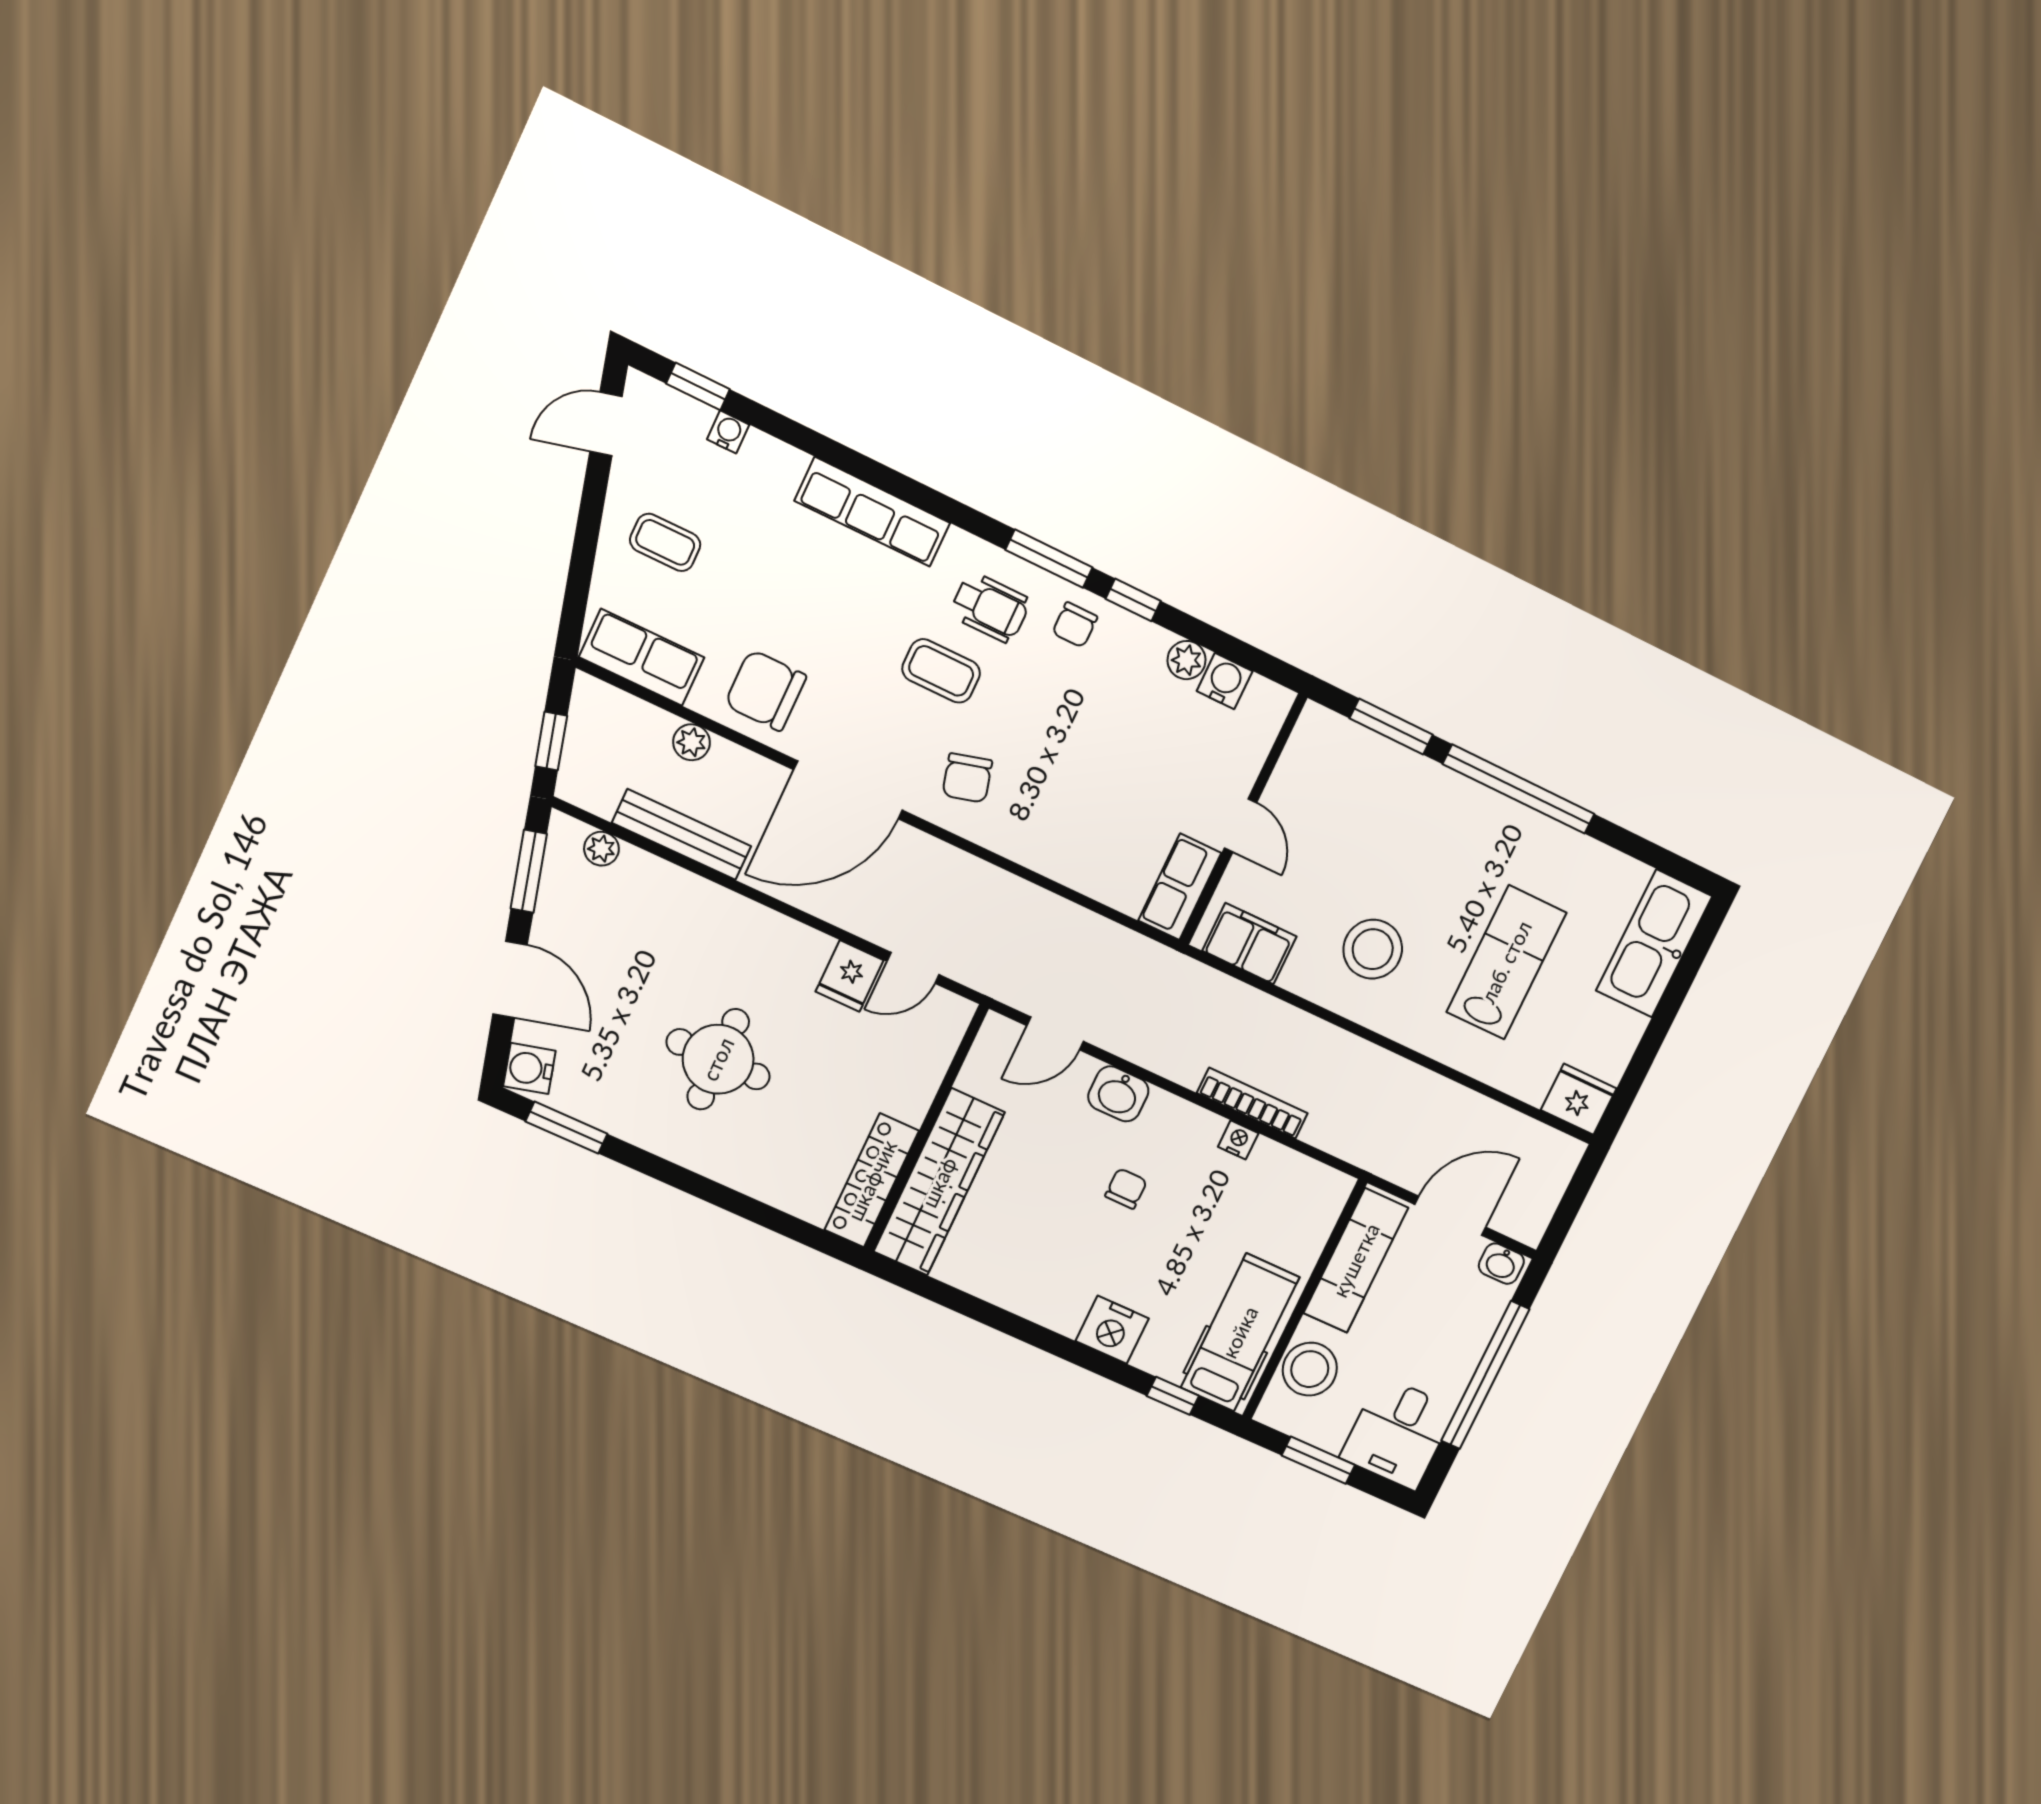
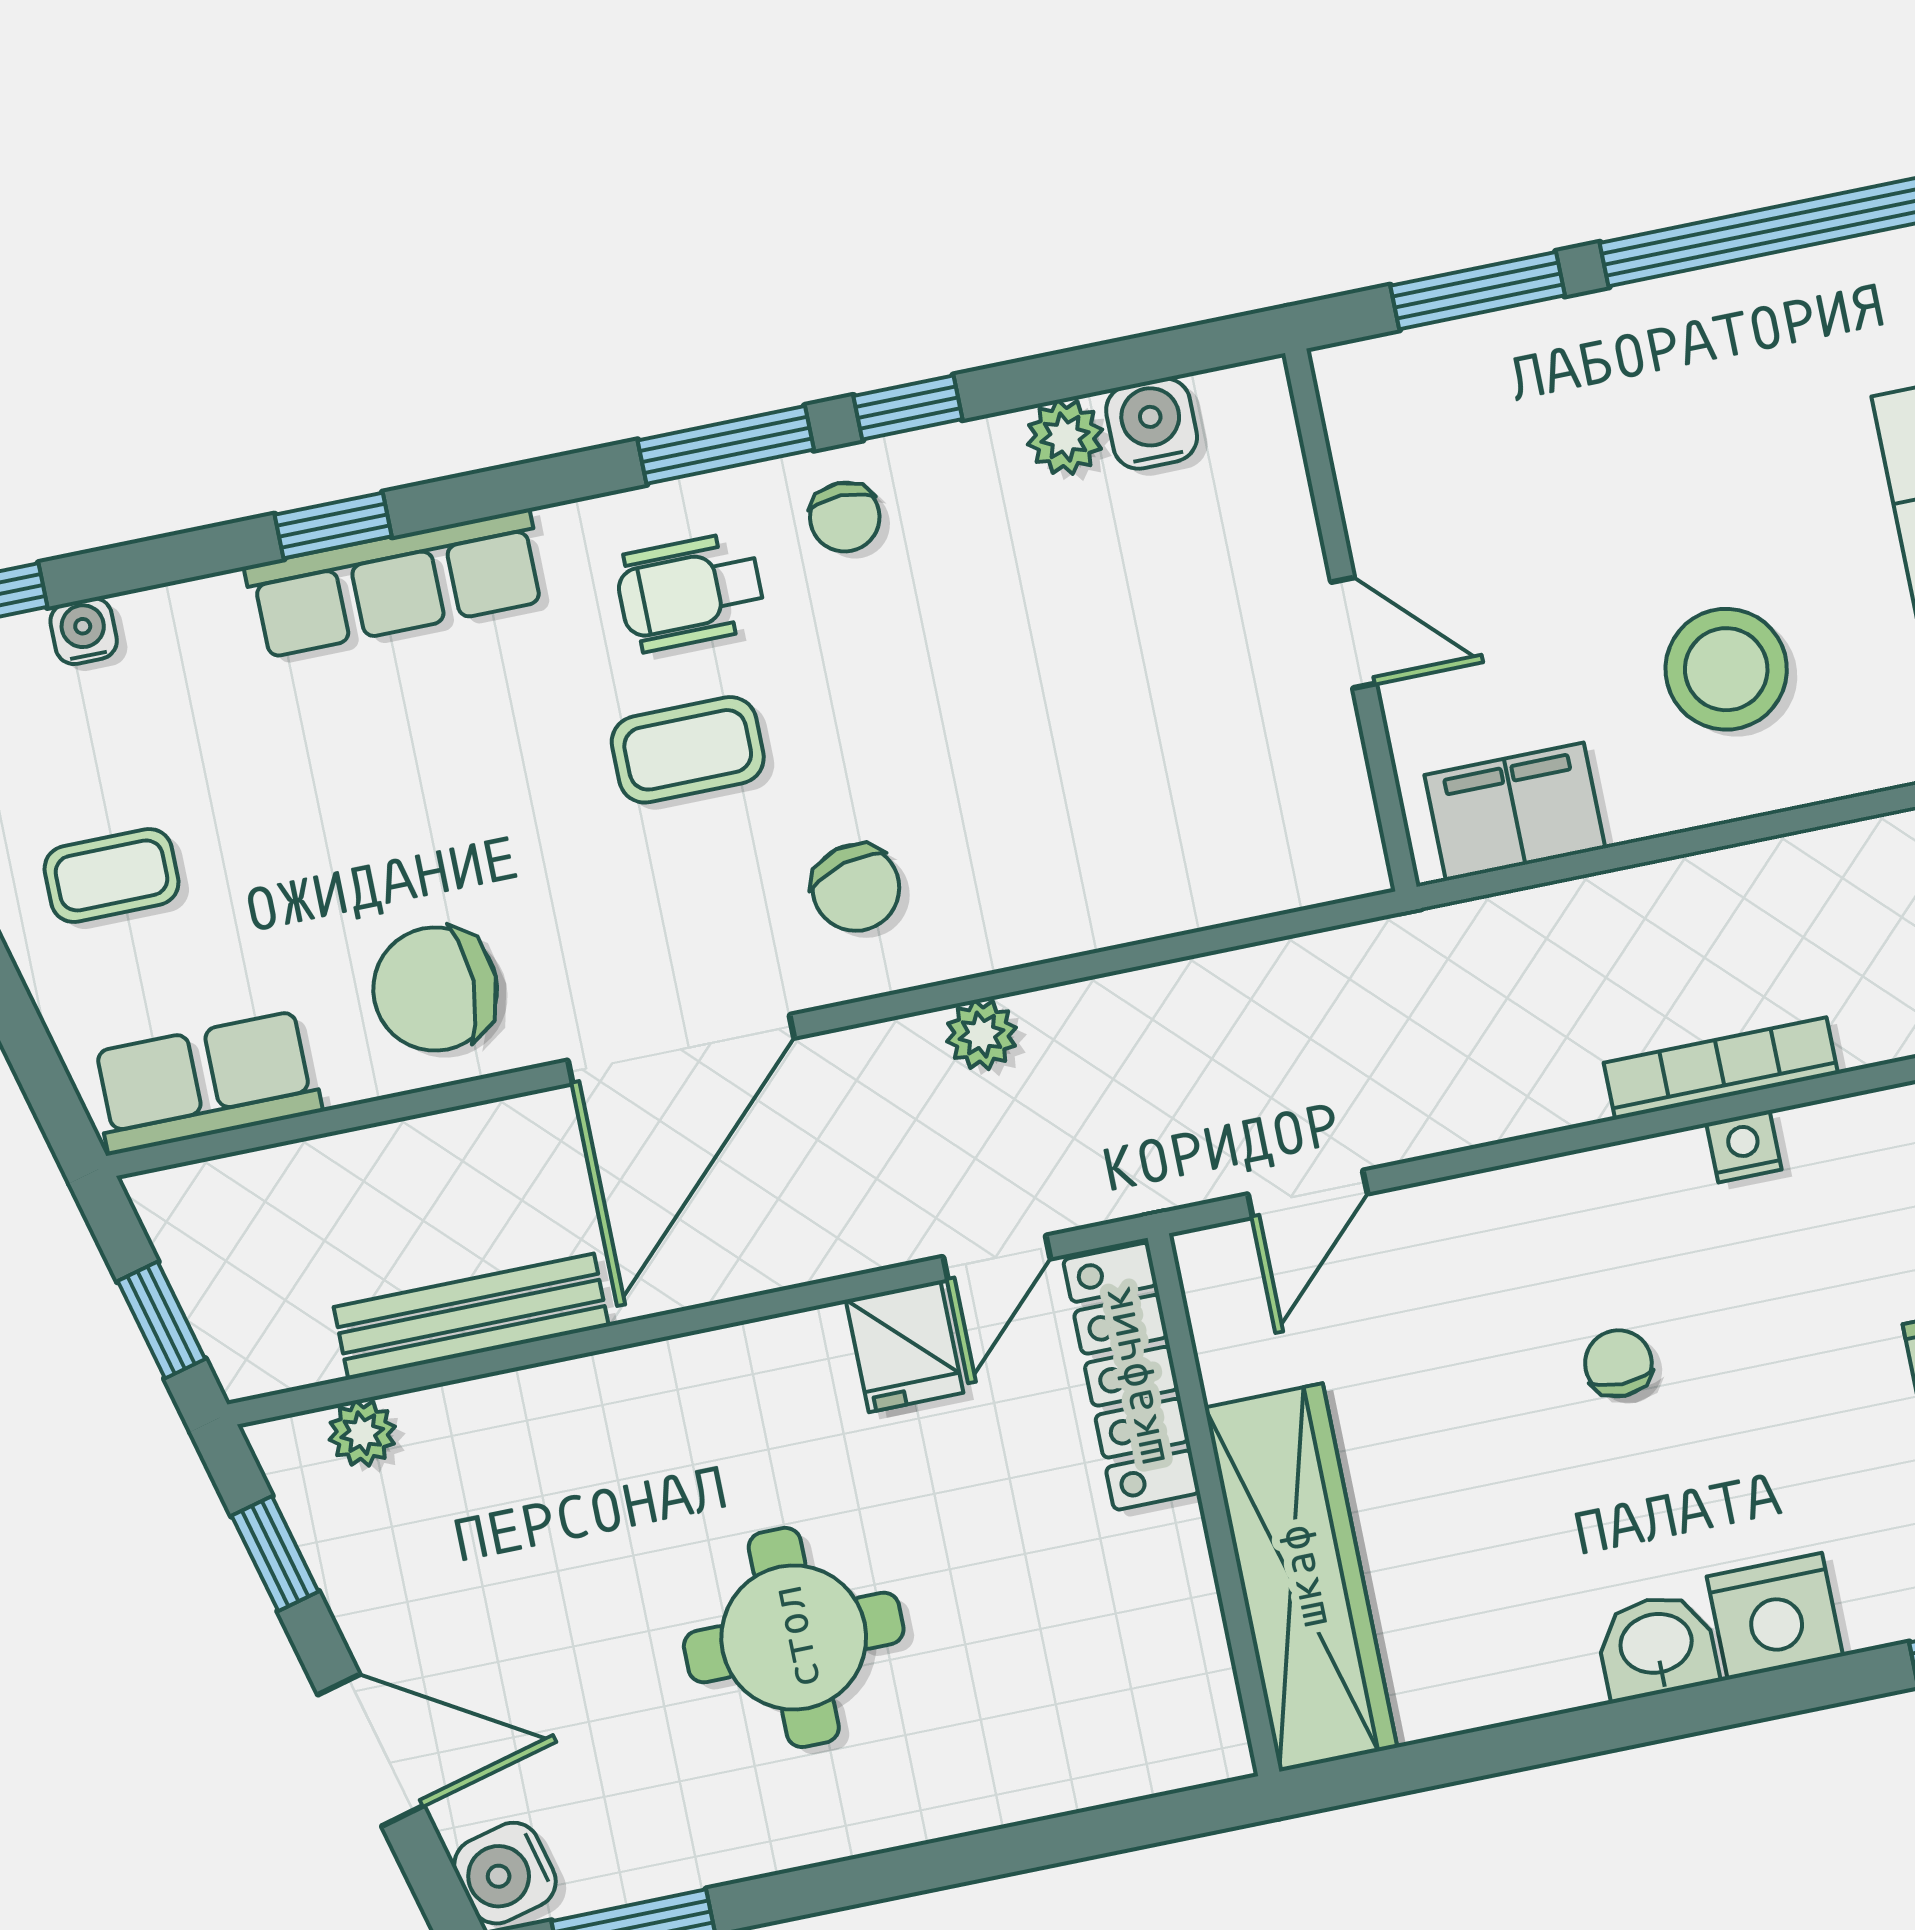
window: (864, 468) -> (333, 526), added
wheelchair: (990, 607) -> (690, 592), turned 180
plant: (692, 742) -> (982, 1035), moved
window: (529, 871) -> (275, 1554), width x0.67
row of seats: (1180, 887) -> (1330, 805), removed
washbasin: (1118, 1094) -> (1657, 1646), moved, turned 180
locker: (872, 1180) -> (1131, 1376), moved

